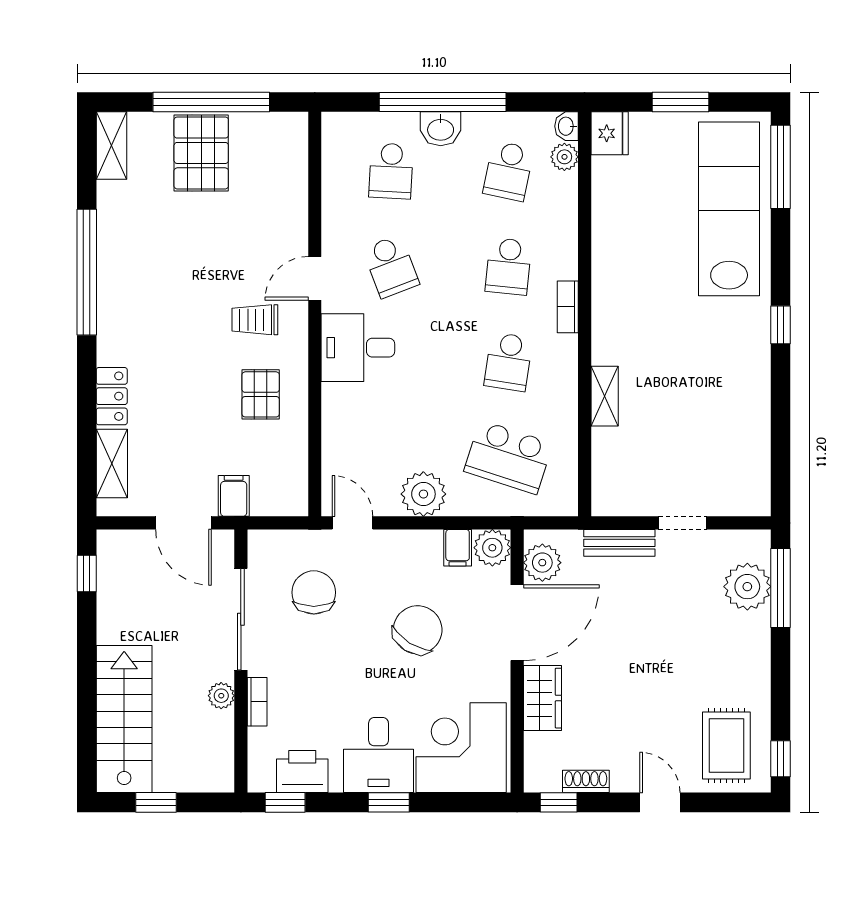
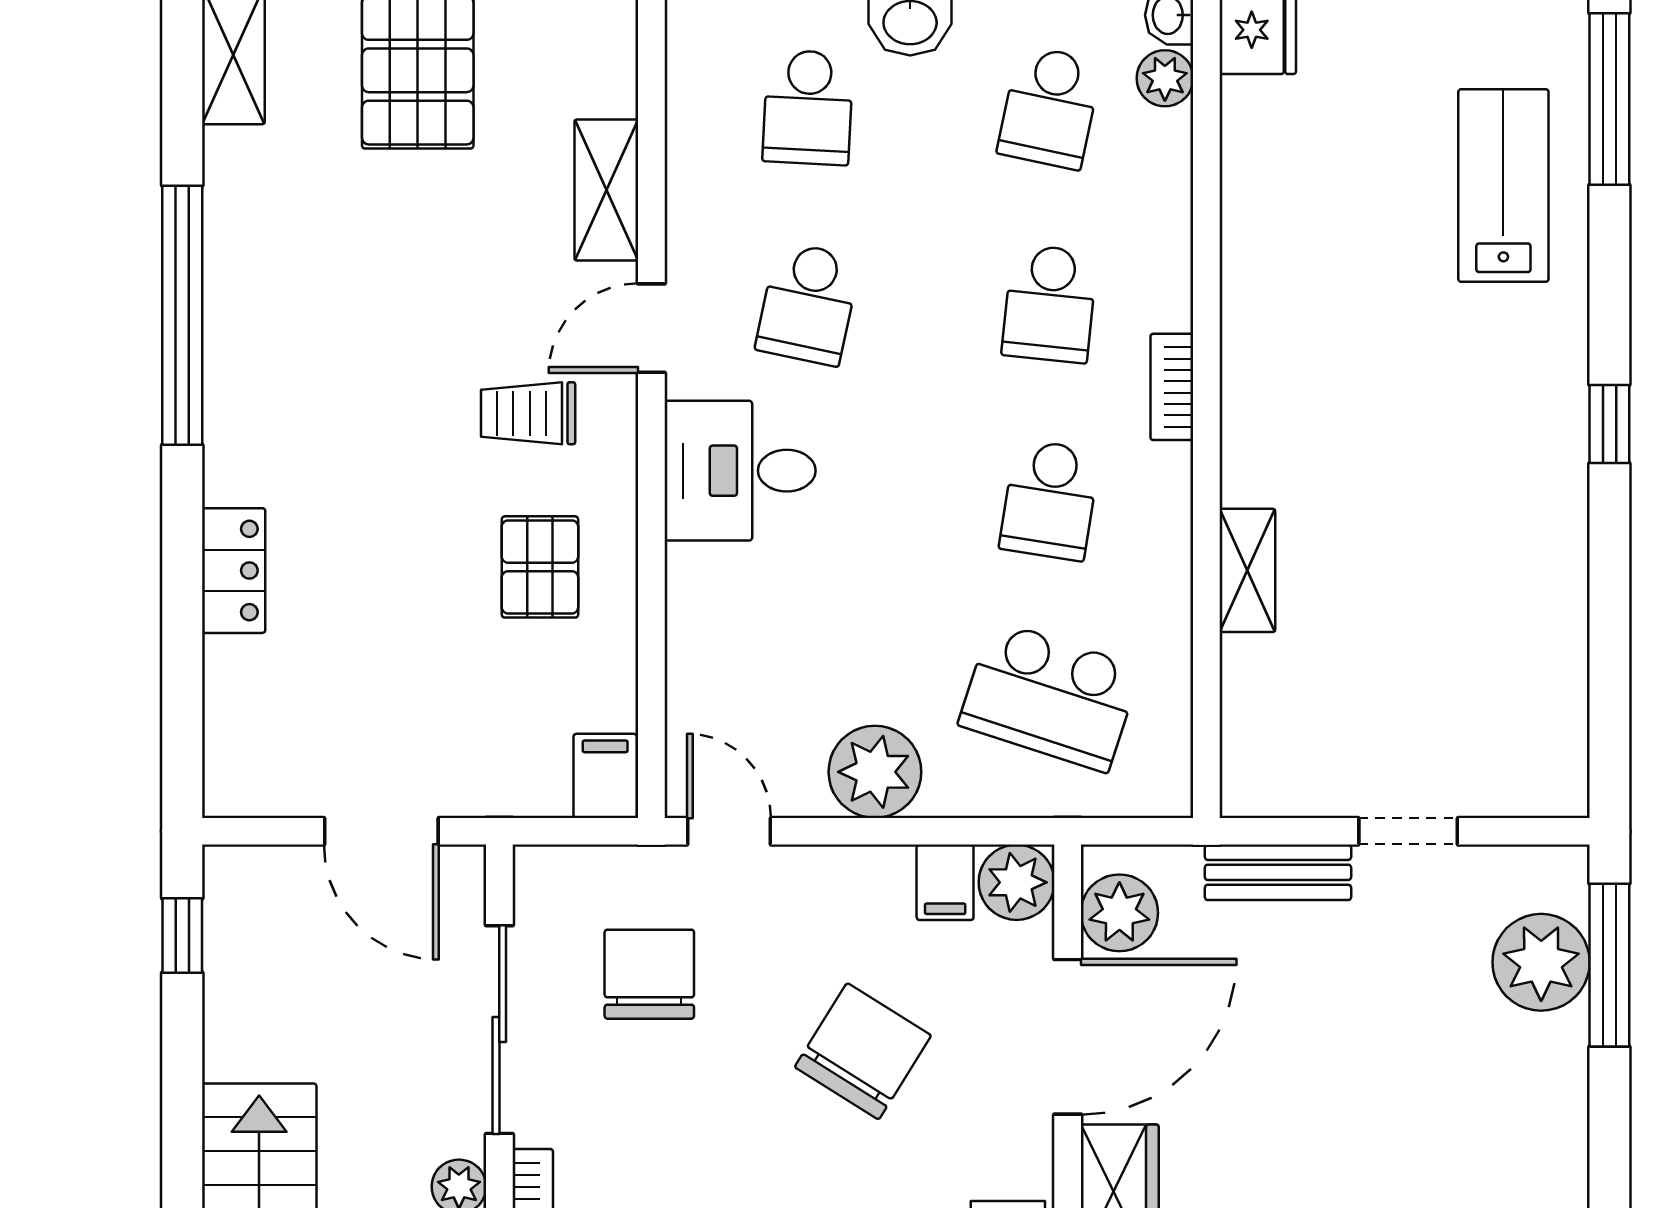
lab bench: (729, 209) -> (1503, 186), width x0.54, depth x0.72
school desk: (391, 266) -> (808, 304), turned 33
shelving: (112, 463) -> (606, 190), moved
filing cabinet: (234, 496) -> (605, 776), moved

